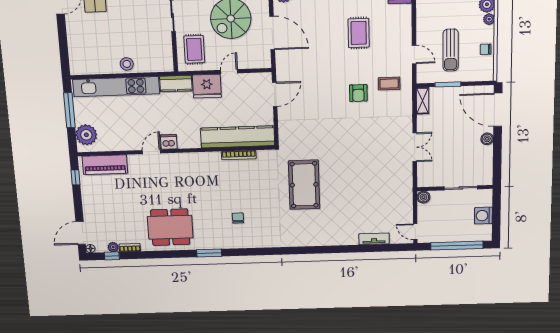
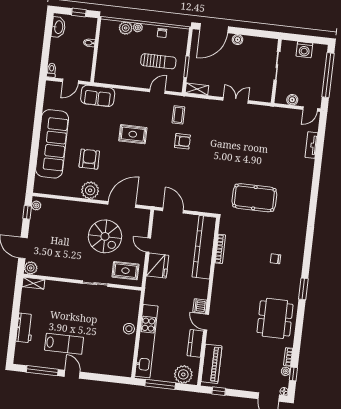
kitchen counter: (176, 84) -> (195, 343), moved, turned 180
boiler: (423, 197) -> (292, 100), moved

